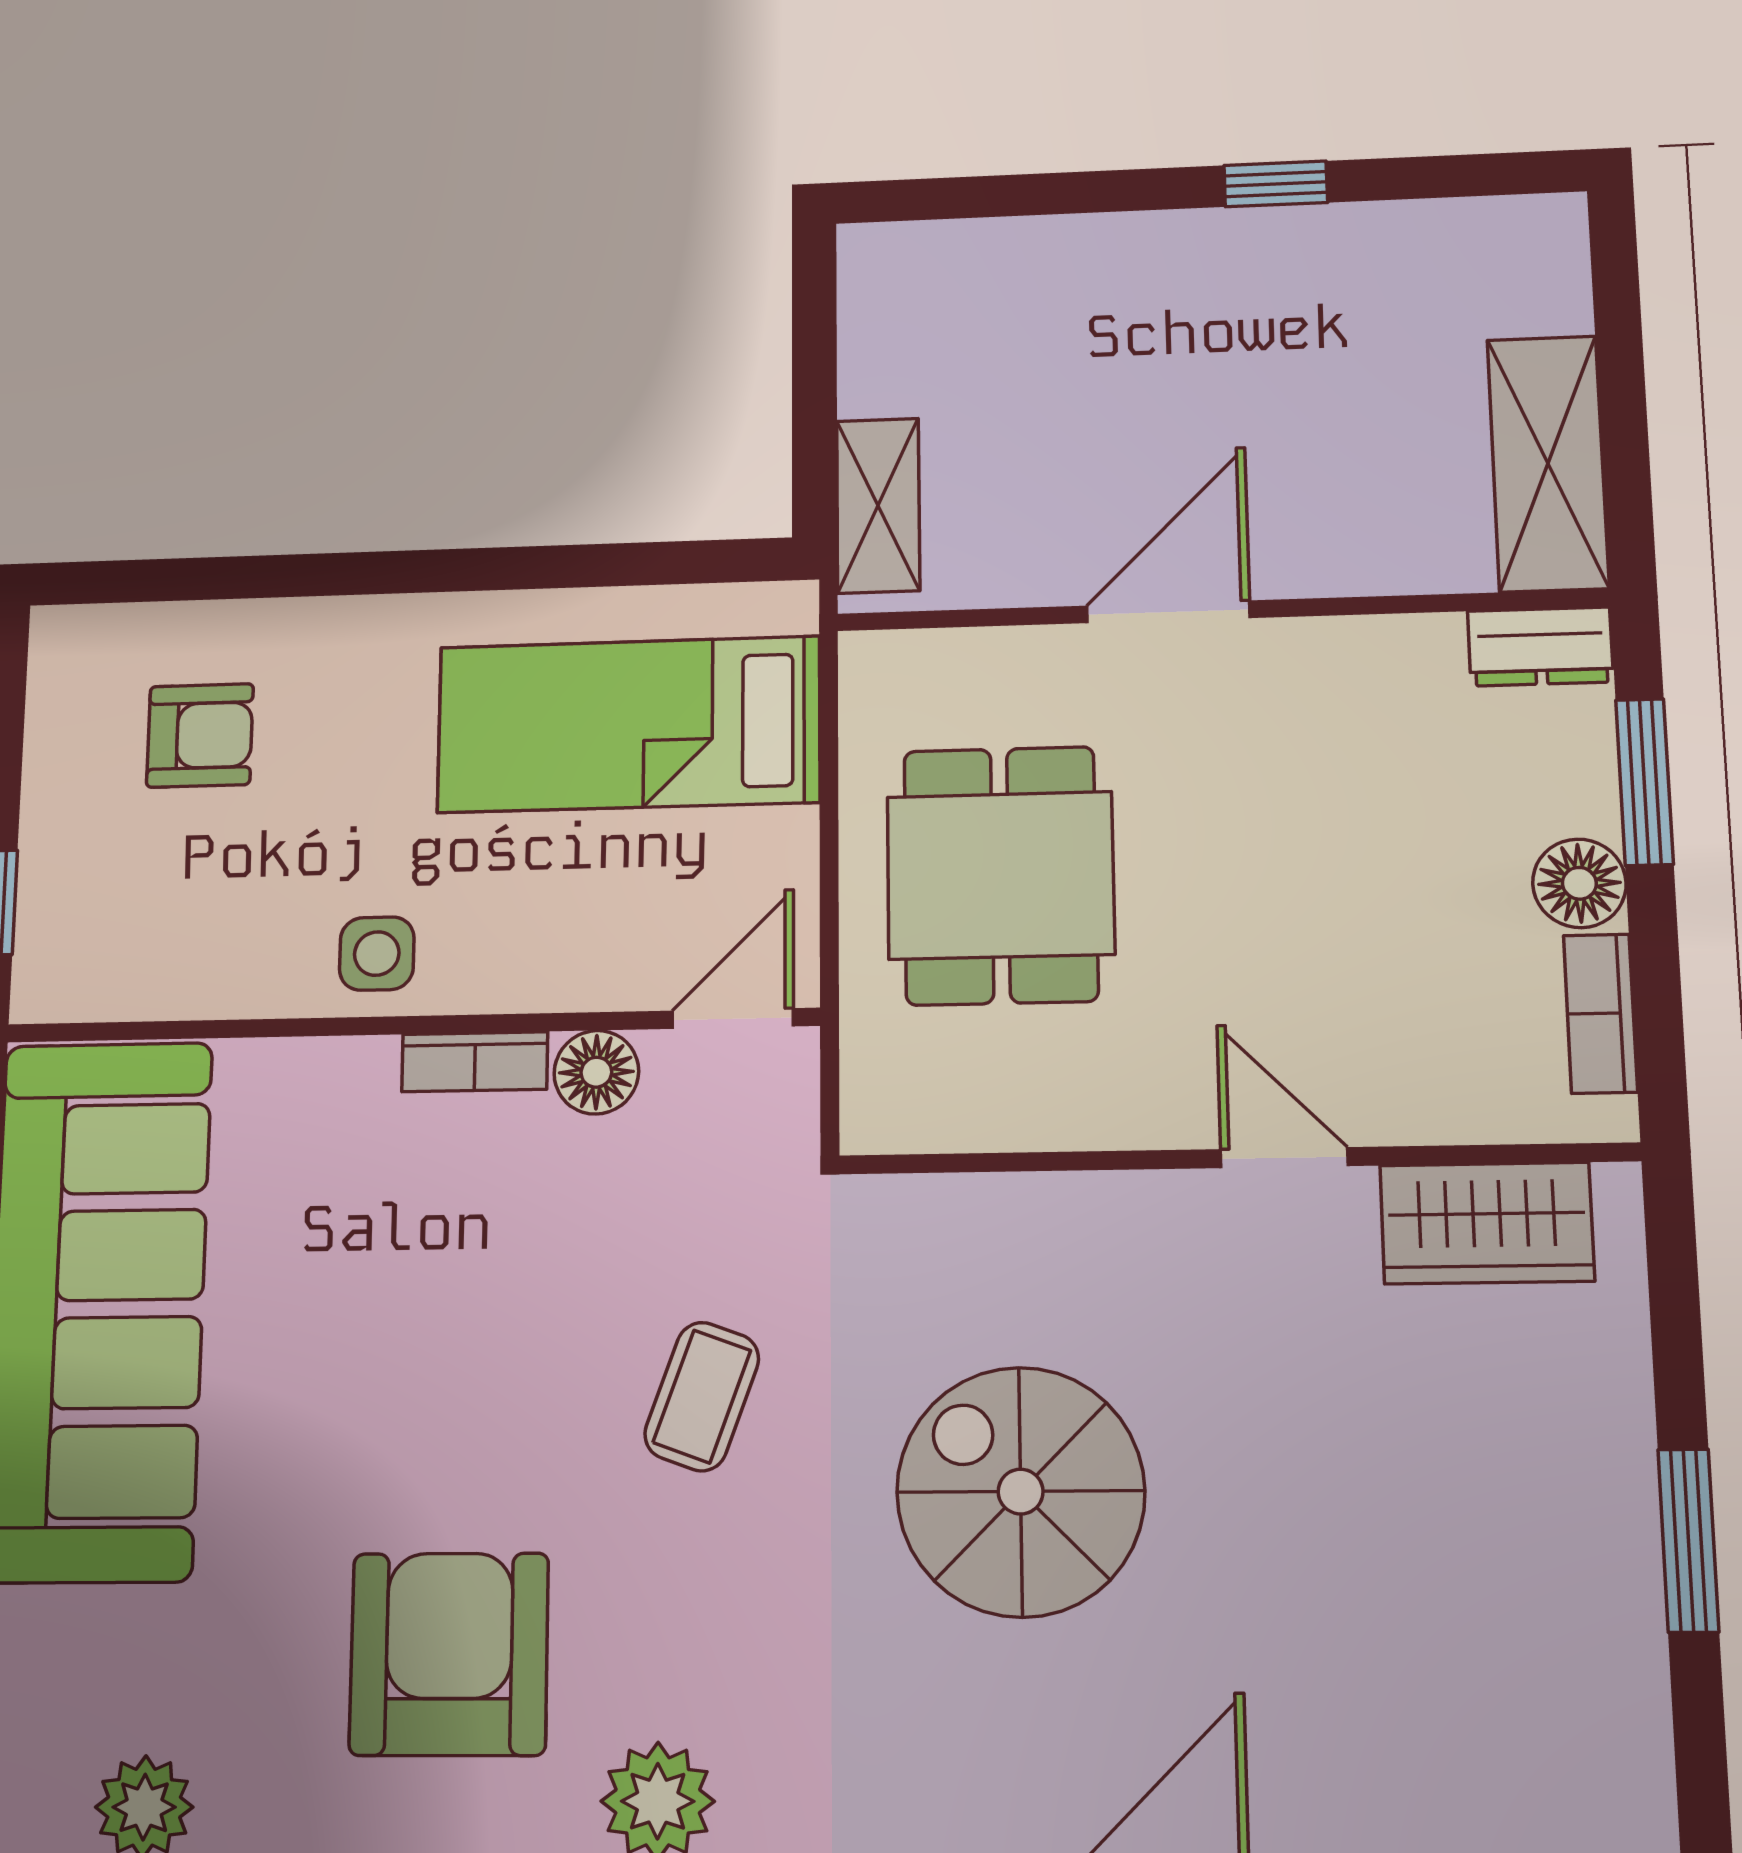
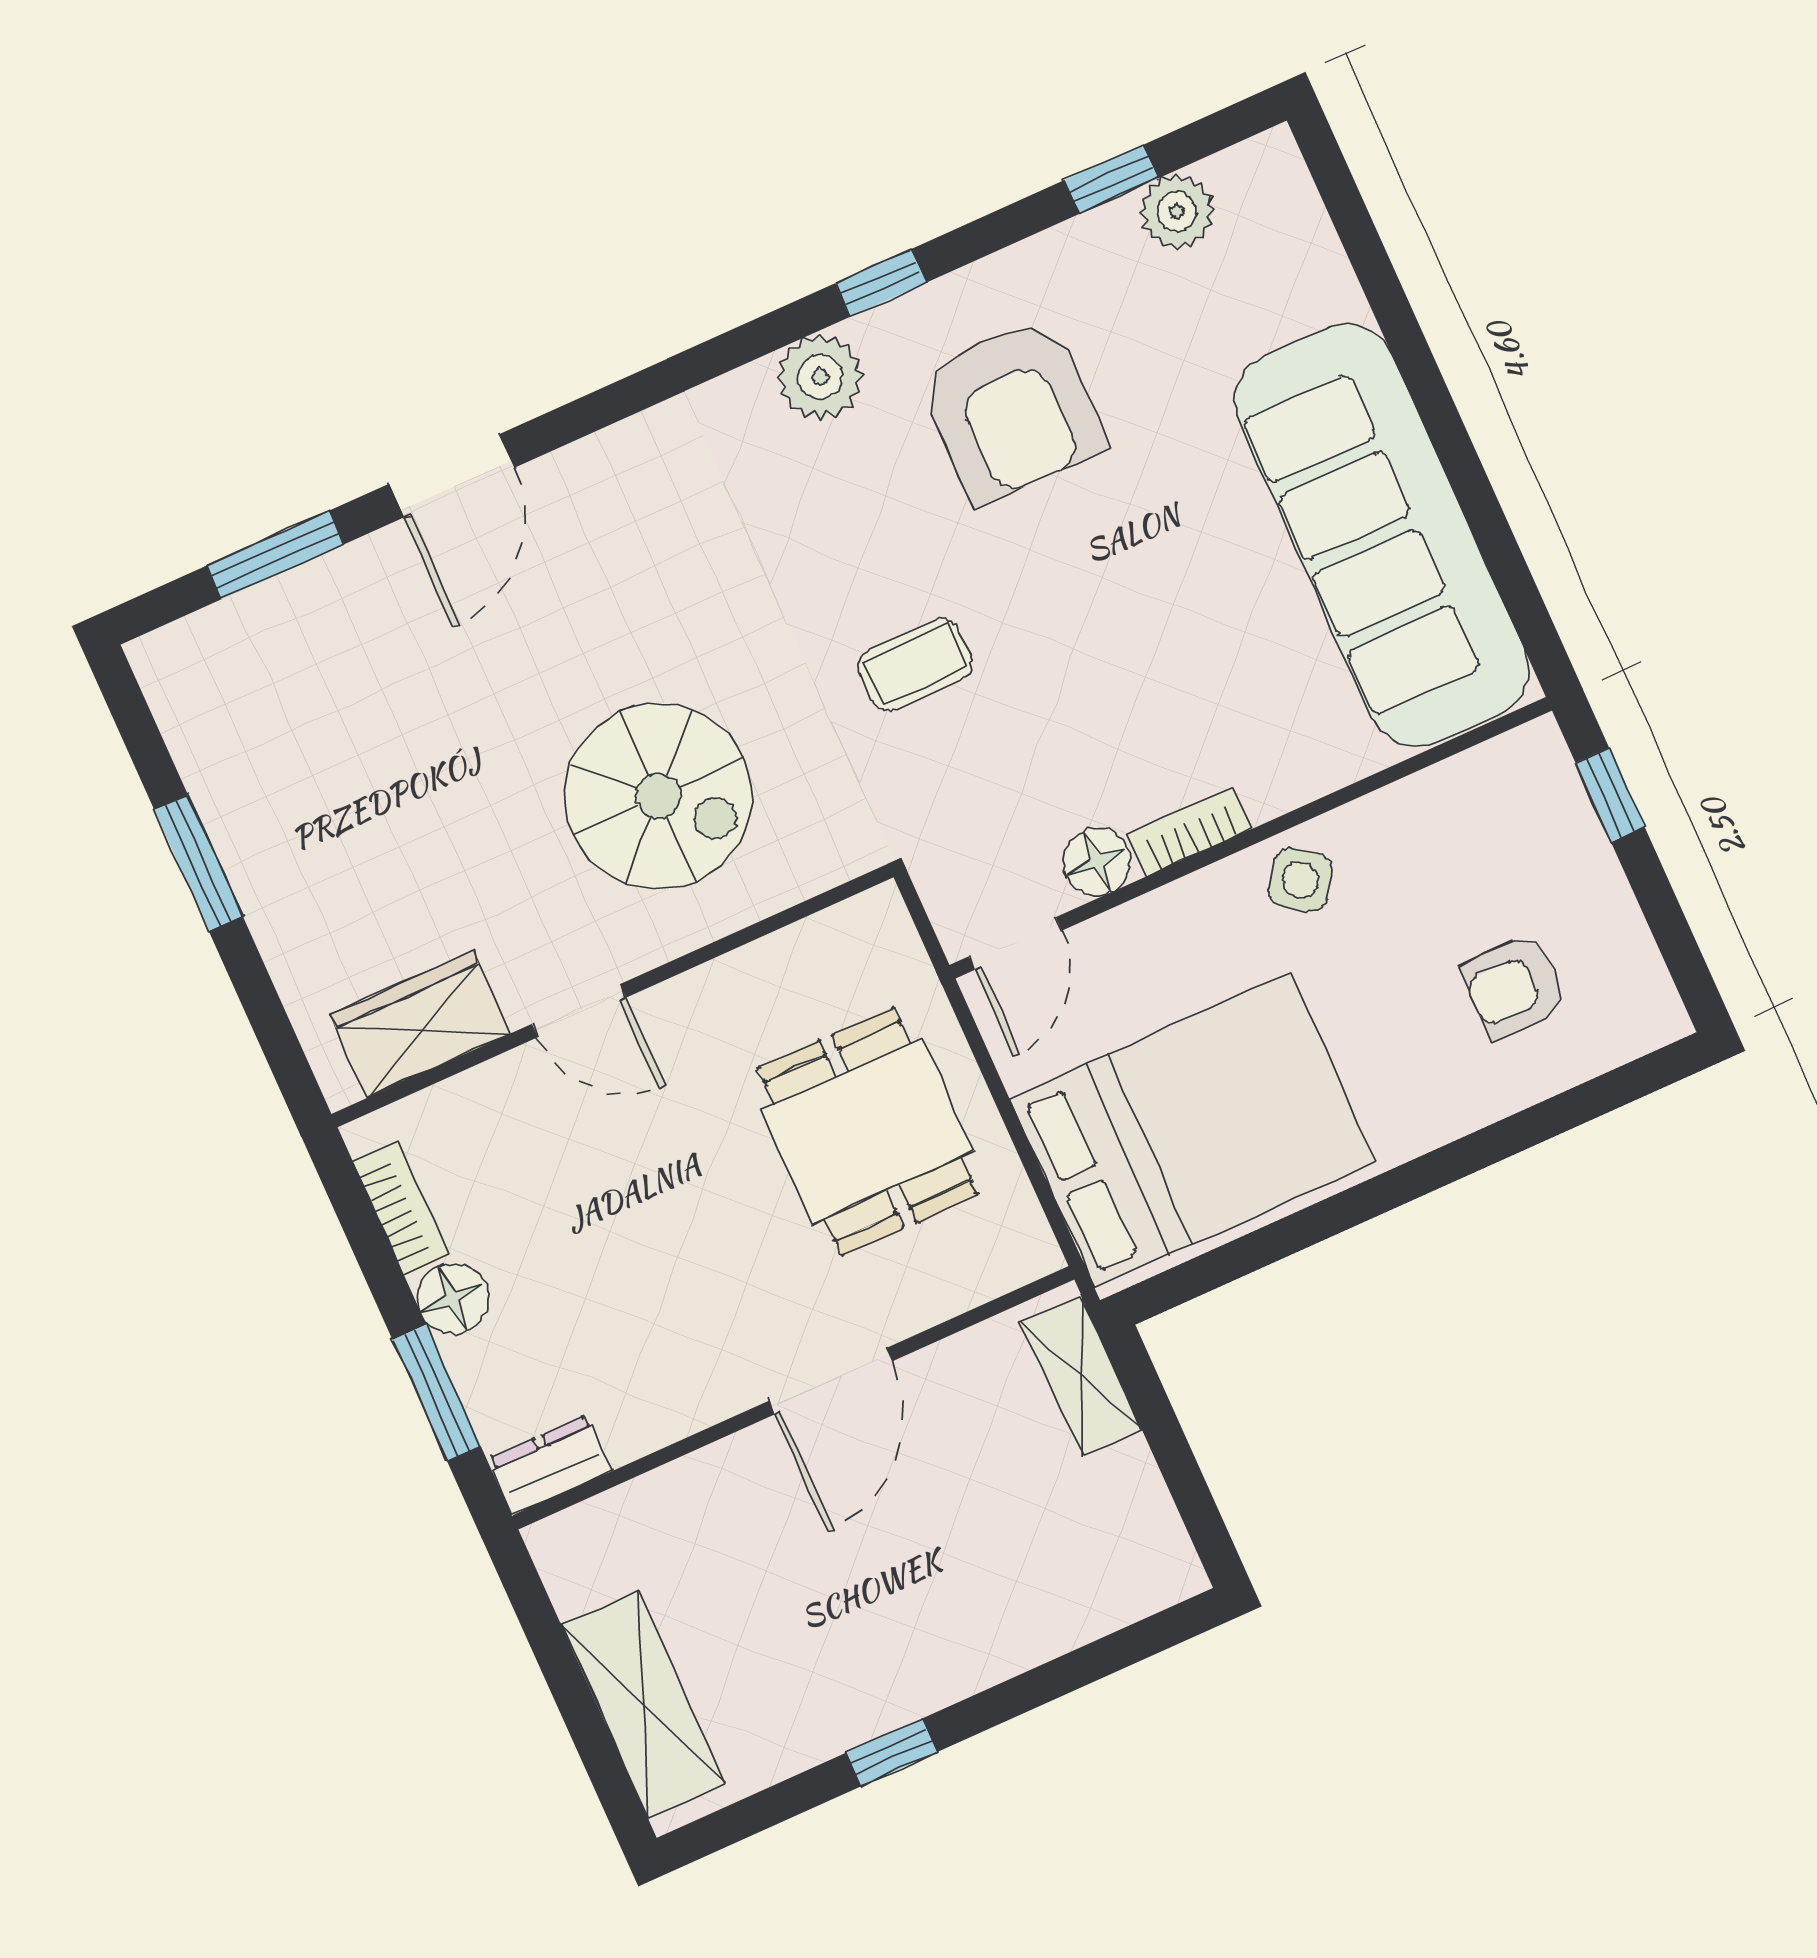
shelving: (1548, 463) -> (643, 1704), moved
bed: (628, 724) -> (1193, 1130), width x1.50
side table: (377, 954) -> (1300, 880), turned 35
coffee table: (702, 1396) -> (915, 665), turned 70
spiral stairs: (1021, 1492) -> (658, 796), moved

